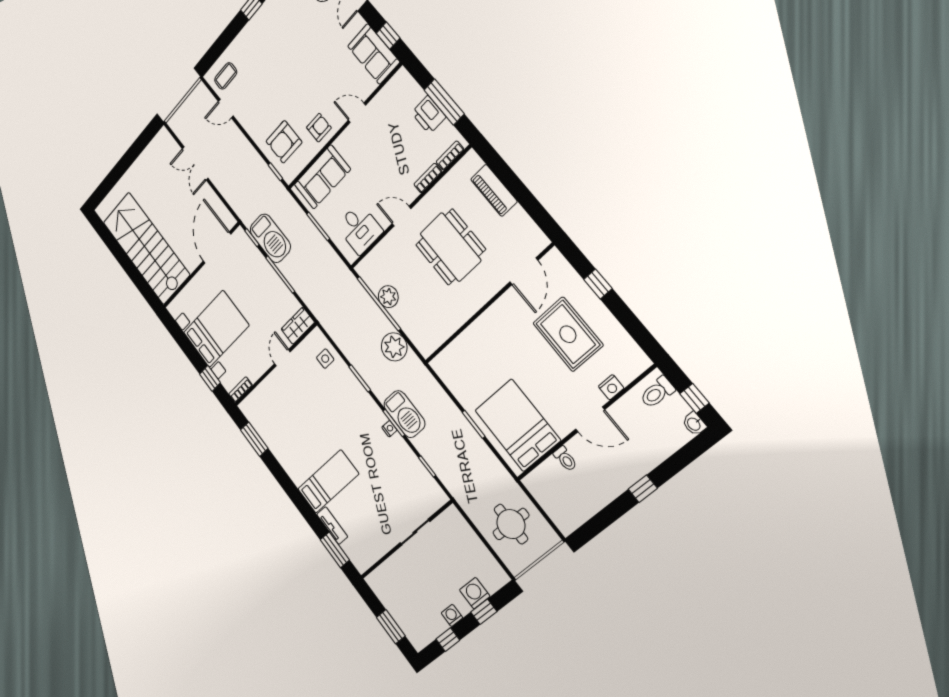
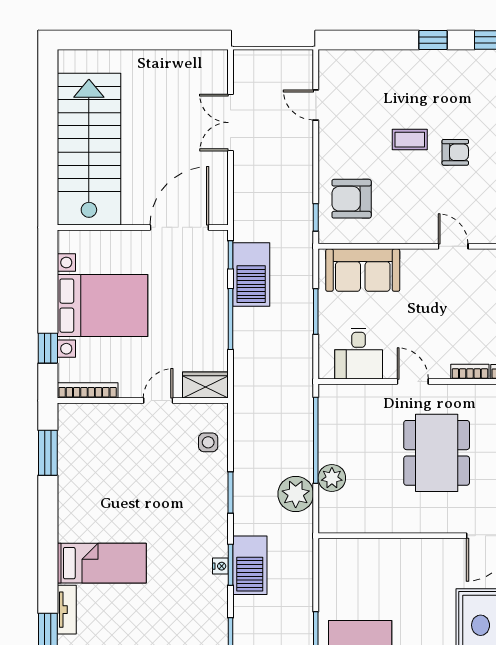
coffee table: (226, 76) -> (410, 140), moved
armchair: (319, 128) -> (455, 152), moved
plant: (388, 297) -> (332, 478), moved
bookcase: (241, 390) -> (88, 390), width x1.56

